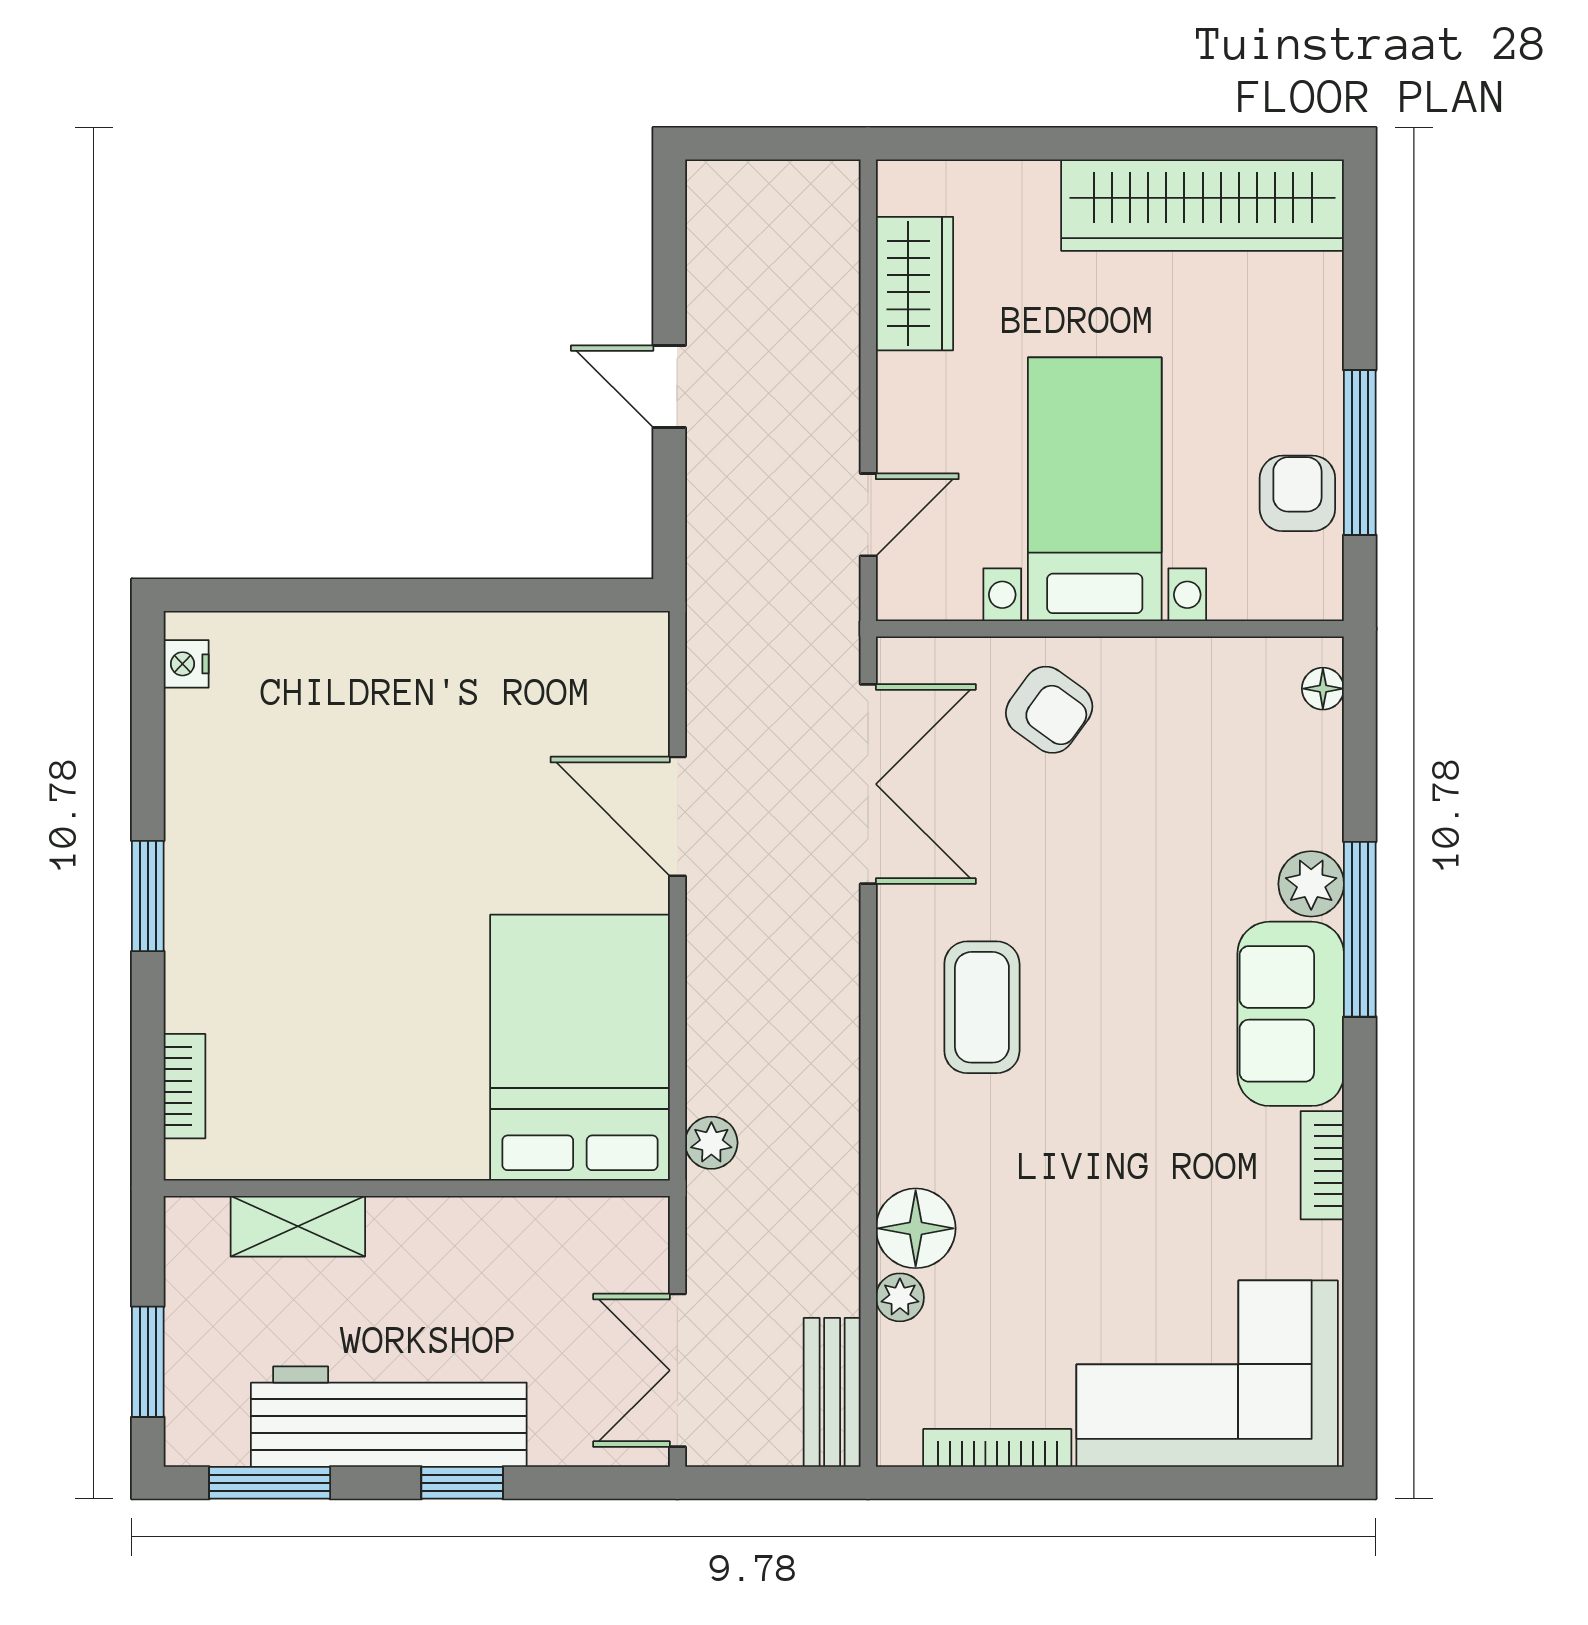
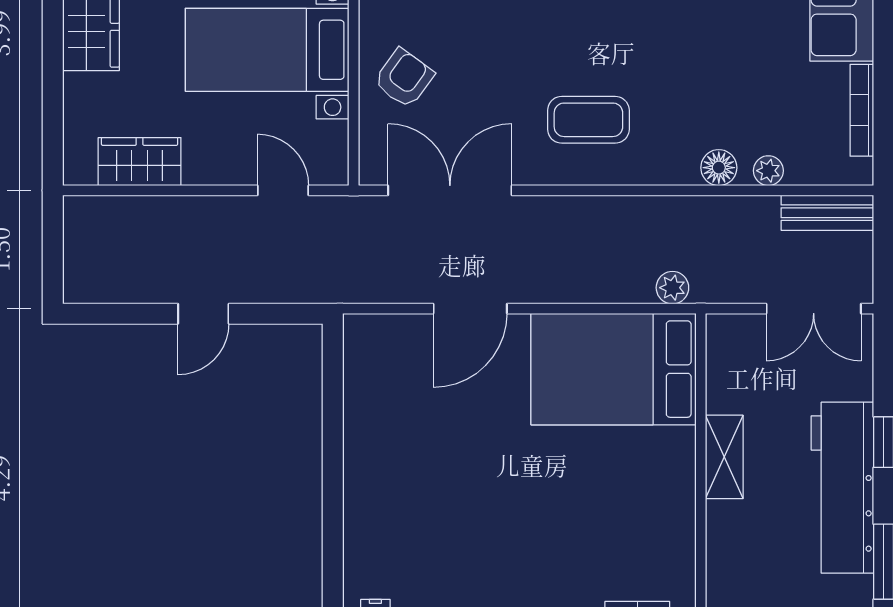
shelving: (298, 1226) -> (724, 457), moved
floor lamp: (916, 1228) -> (719, 168), width x0.73, depth x0.73

